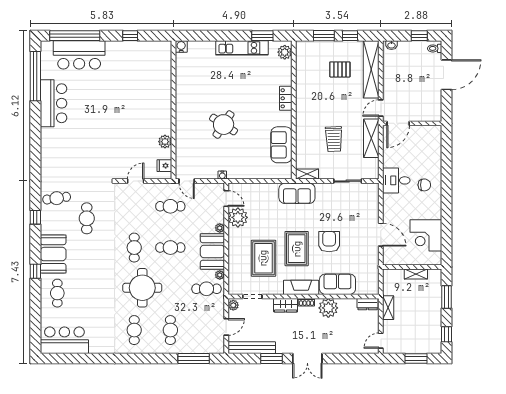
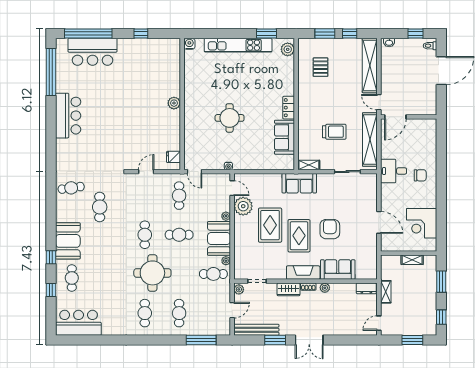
kitchen unit: (242, 48) -> (238, 45), width x1.36
pallet: (340, 69) -> (321, 67), moved, turned 90
locker: (286, 98) -> (289, 108), moved
bar counter: (53, 103) -> (68, 116), moved
door: (381, 108) -> (379, 102), hinge flipped
round table: (224, 125) -> (230, 118), turned -33
shelving: (371, 138) -> (370, 140), width x1.47
trolley: (334, 139) -> (334, 132), turned -88
plant: (165, 142) -> (174, 103), moved
cafe table: (170, 206) -> (179, 196), turned 90
window: (35, 217) -> (51, 290), moved
rug: (263, 258) -> (270, 225), moved
plant: (328, 308) -> (325, 288), width x0.53, depth x0.53

